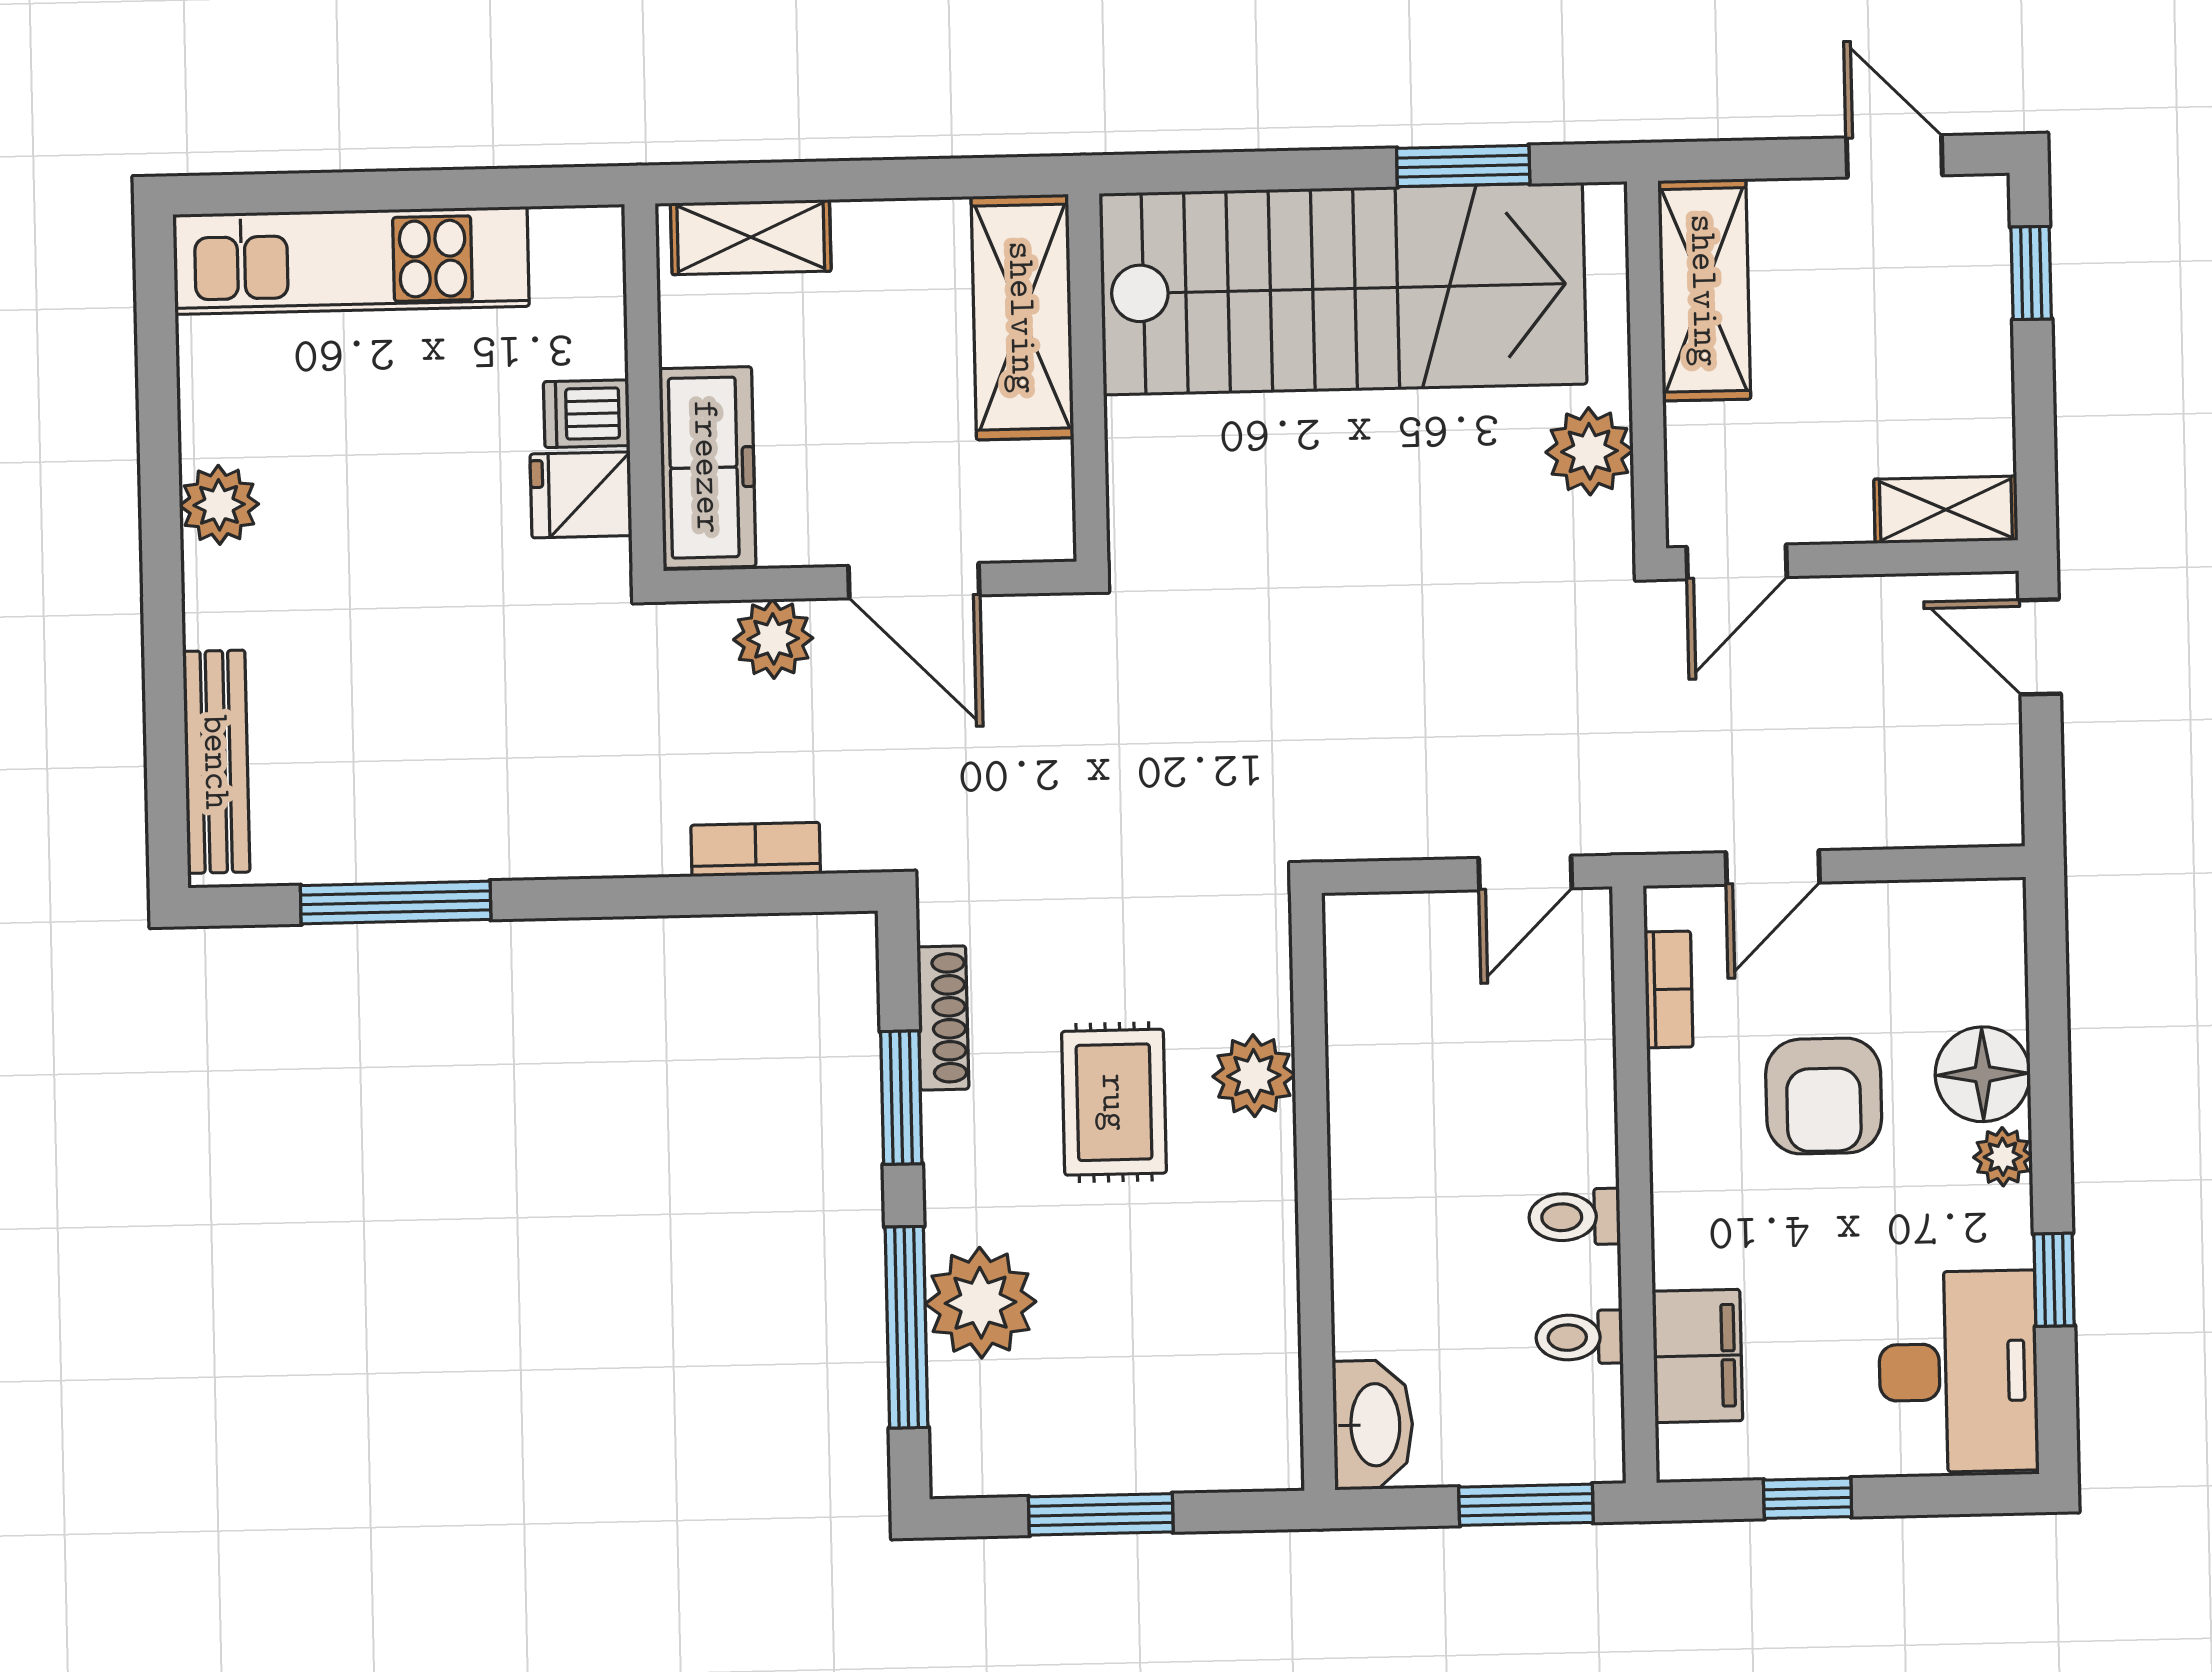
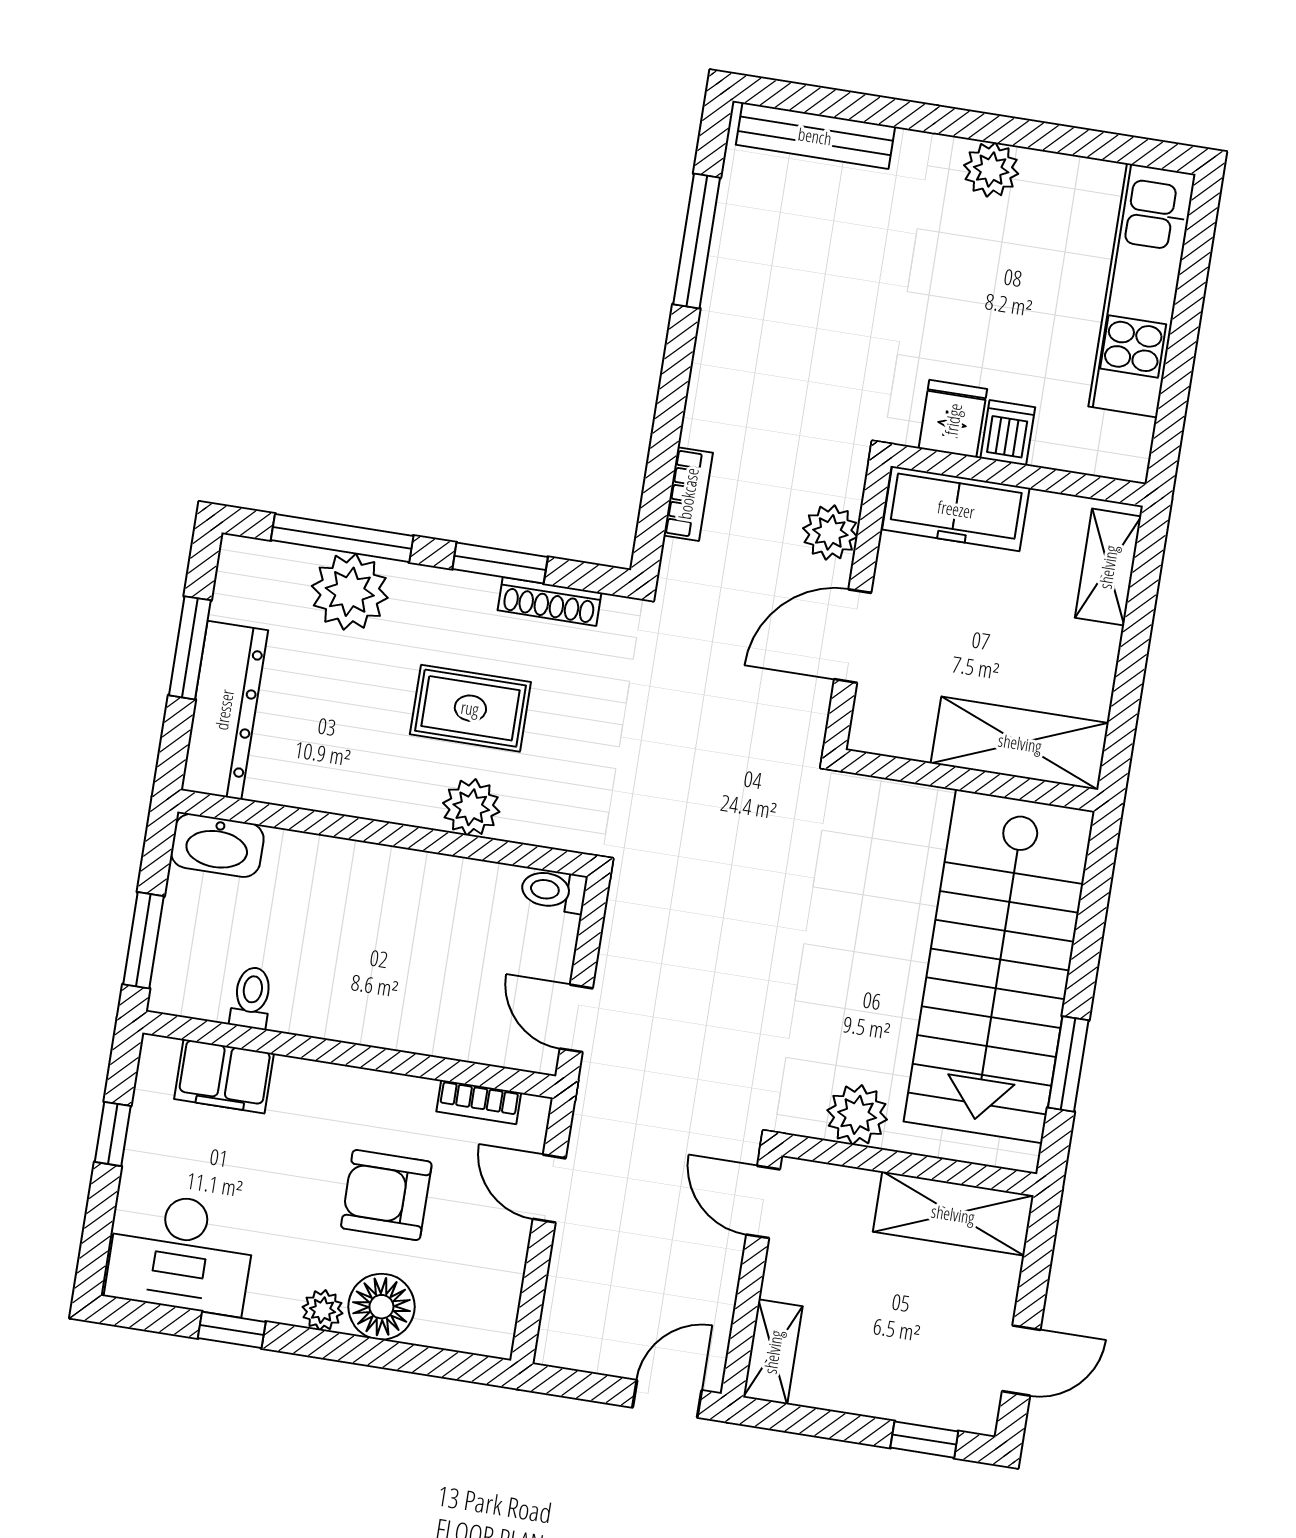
toilet: (1574, 1217) -> (554, 891), moved, turned -90
dresser: (1180, 1449) -> (224, 710), added

